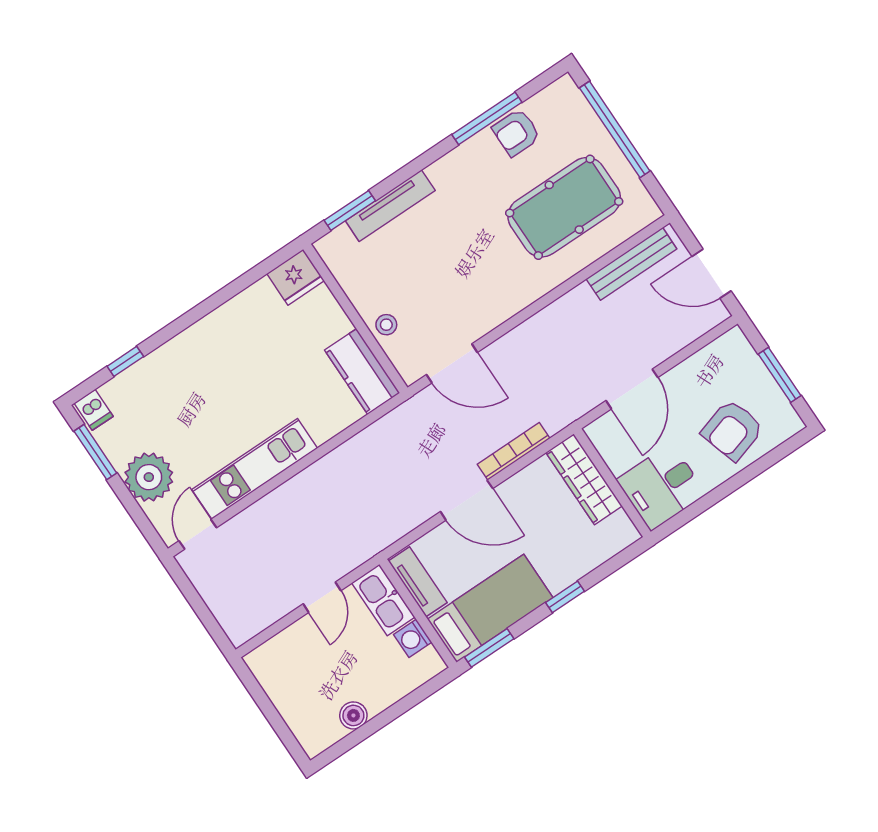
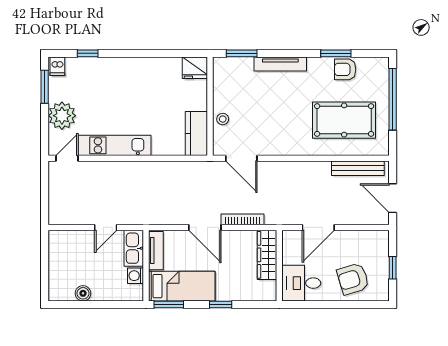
window: (487, 118) -> (336, 53), width x0.69
tv unit: (390, 206) -> (280, 64), moved
window: (780, 375) -> (393, 268), width x0.67

